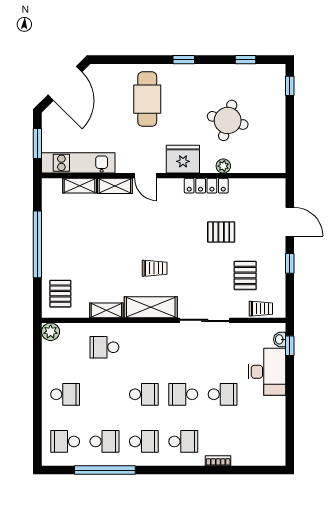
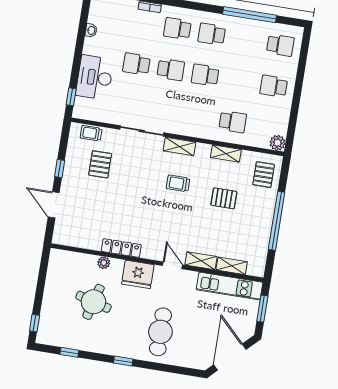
pallet: (221, 232) -> (224, 198), moved
shelving: (151, 307) -> (180, 146), width x0.67, depth x0.75
washbasin: (280, 339) -> (91, 30), moved
school desk: (104, 441) -> (246, 40), removed

